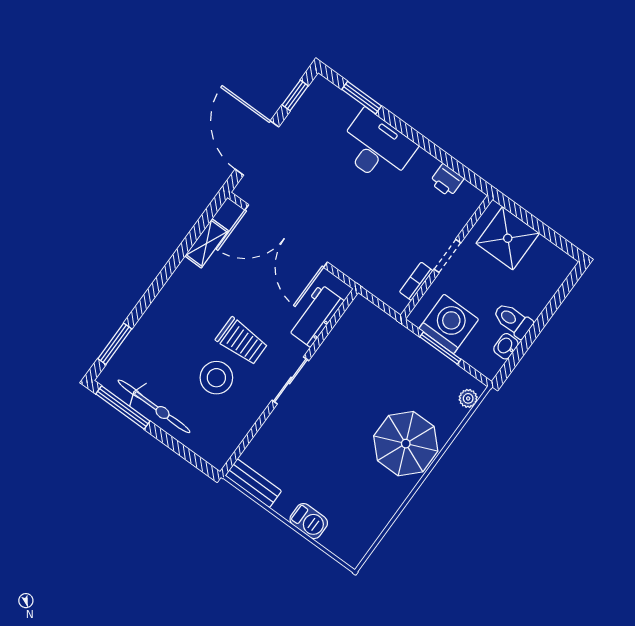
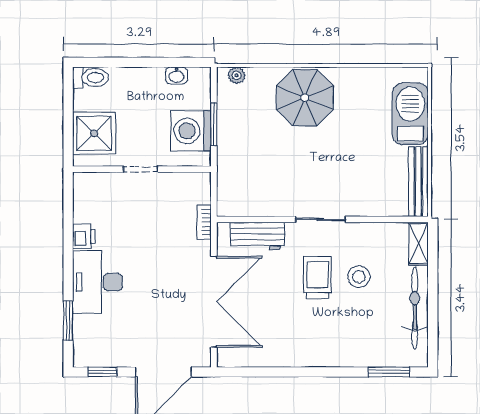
printer: (447, 180) -> (84, 236), moved
shelving: (207, 243) -> (418, 244), moved, turned 90
bookcase: (416, 281) -> (204, 222), moved, turned 90
toilet: (513, 320) -> (90, 78), moved, turned -90
stool: (216, 378) -> (359, 277), width x0.73, depth x0.73
window: (123, 408) -> (433, 331), removed
bench: (253, 483) -> (418, 182), width x1.36
barbecue: (309, 521) -> (410, 114), width x1.88, depth x1.53

